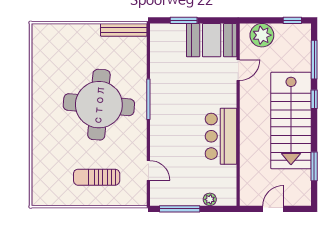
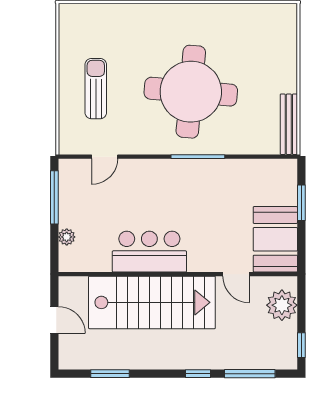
stairs: (291, 121) -> (152, 302), moved, turned 180

